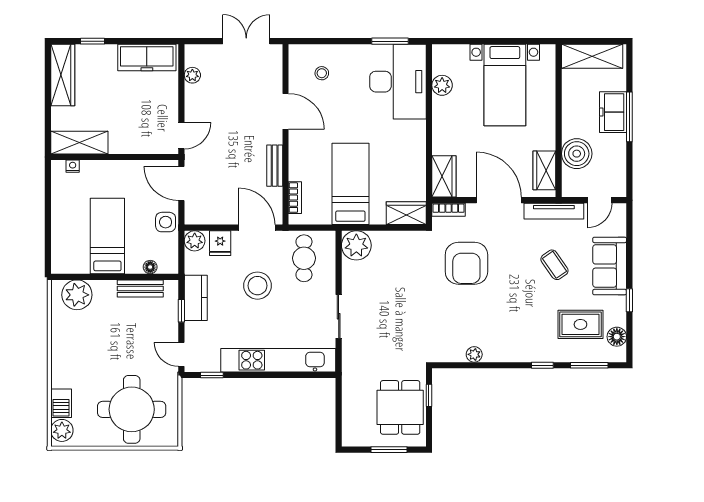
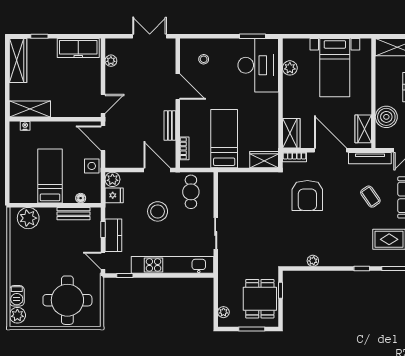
fridge: (220, 243) -> (114, 195), moved, turned -90
plant: (356, 245) -> (223, 312), moved, width x0.53, depth x0.53
kitchen counter: (196, 298) -> (113, 235), moved

